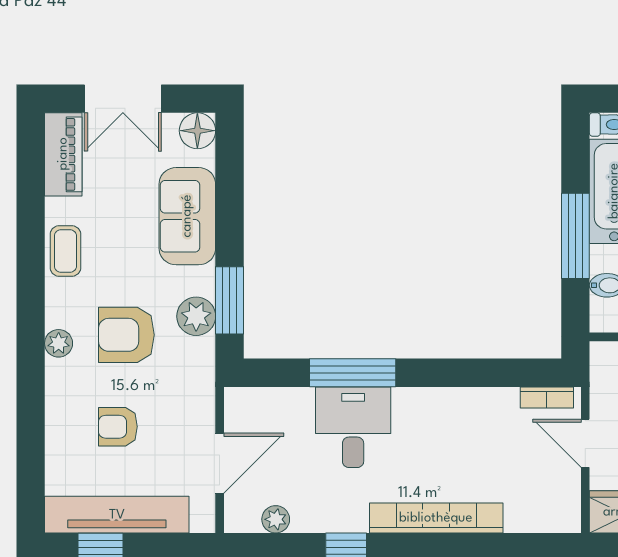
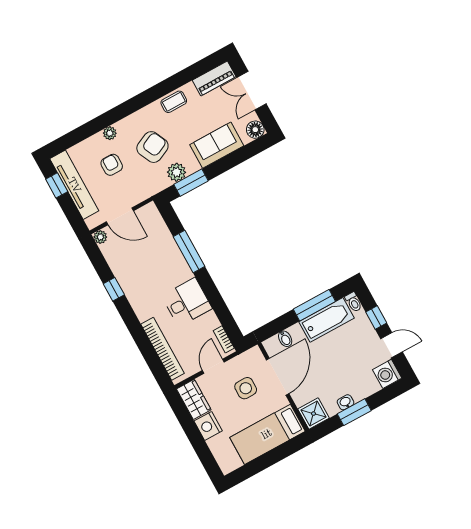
window: (575, 236) -> (314, 305), moved
armchair: (126, 335) -> (152, 147), turned 65
plant: (59, 343) -> (110, 133), moved
desk: (353, 427) -> (187, 302), moved
bookcase: (436, 518) -> (163, 349), moved
plant: (276, 519) -> (100, 237), moved

